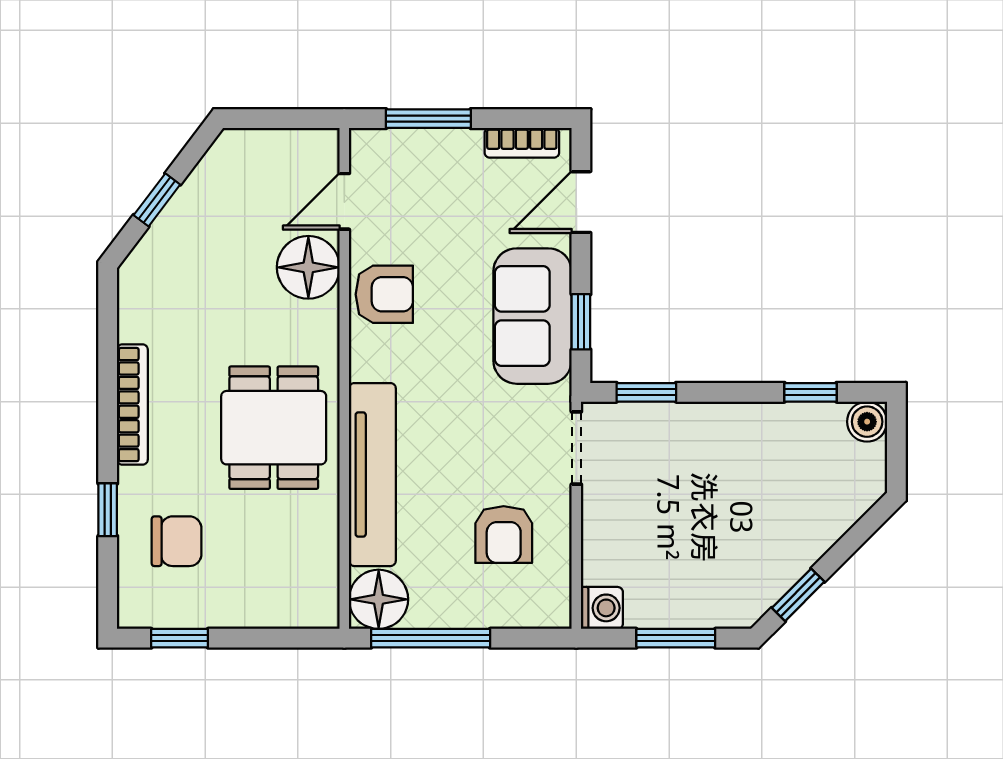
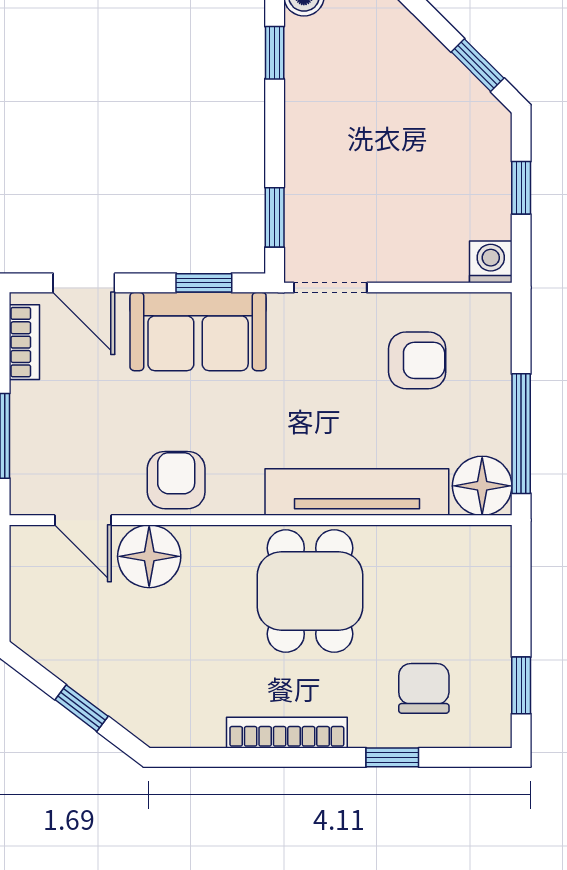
dining table: (274, 428) -> (310, 591), turned 90
window: (676, 638) -> (521, 188), width x0.67

